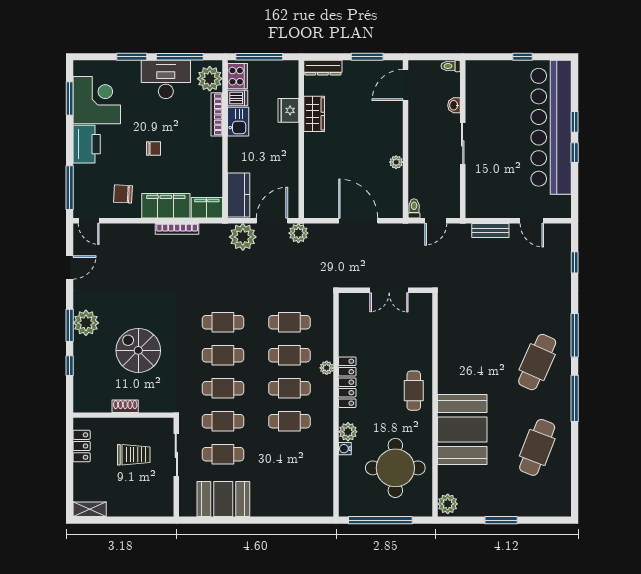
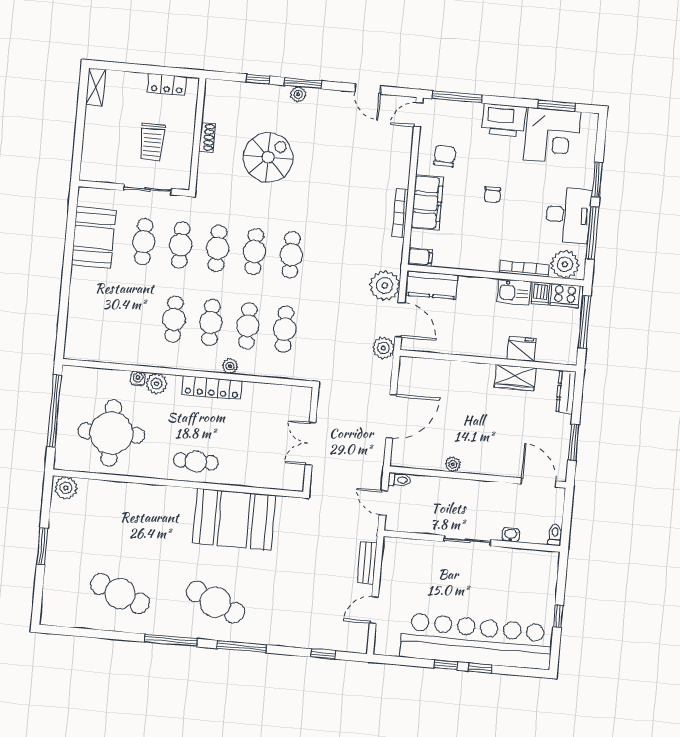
filing cabinet: (207, 208) -> (420, 257), width x0.50
plant: (86, 323) -> (298, 94), width x0.53, depth x0.53
booth: (462, 429) -> (234, 519), moved

